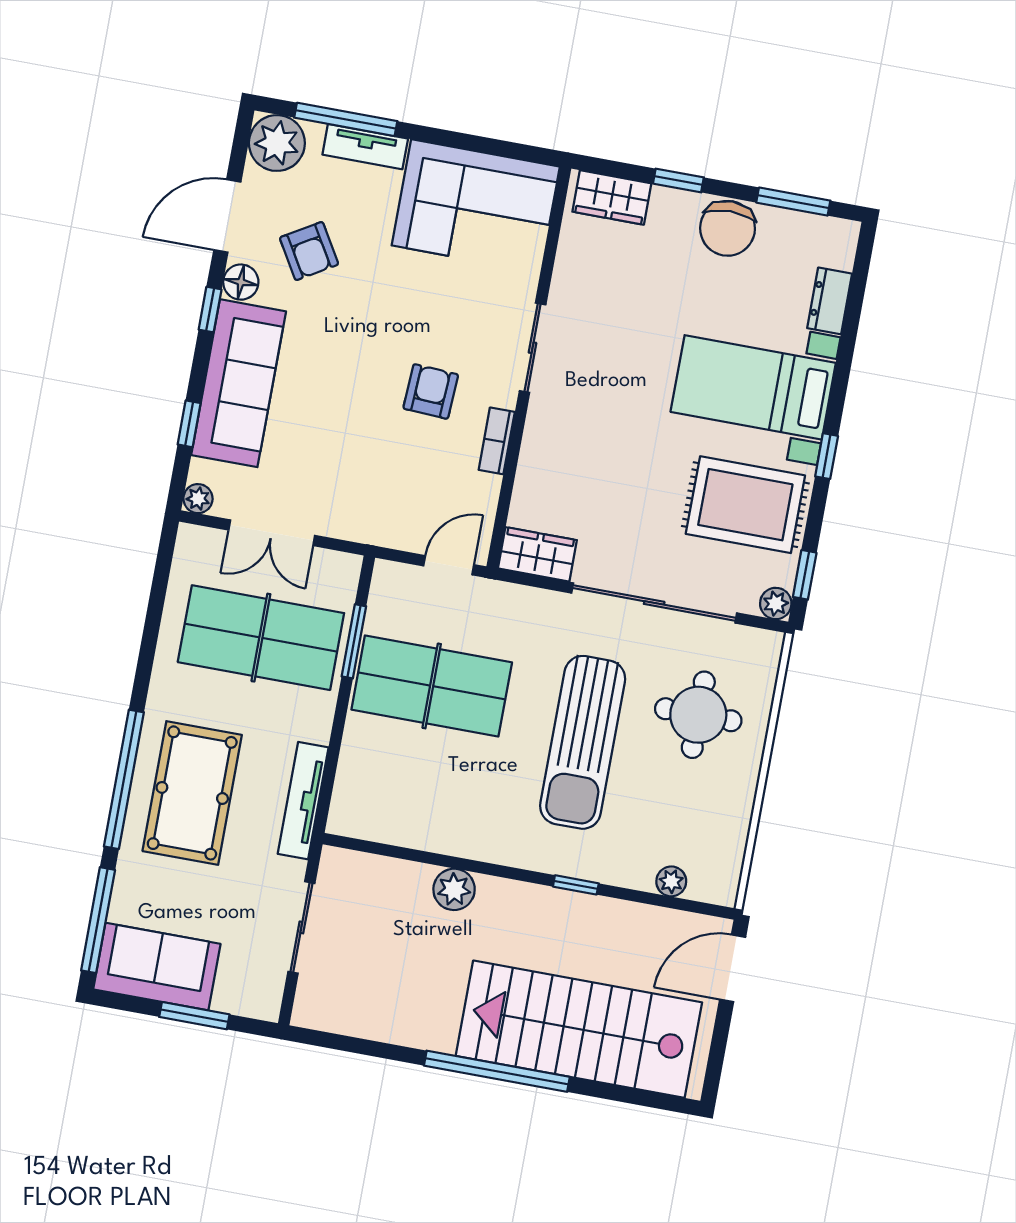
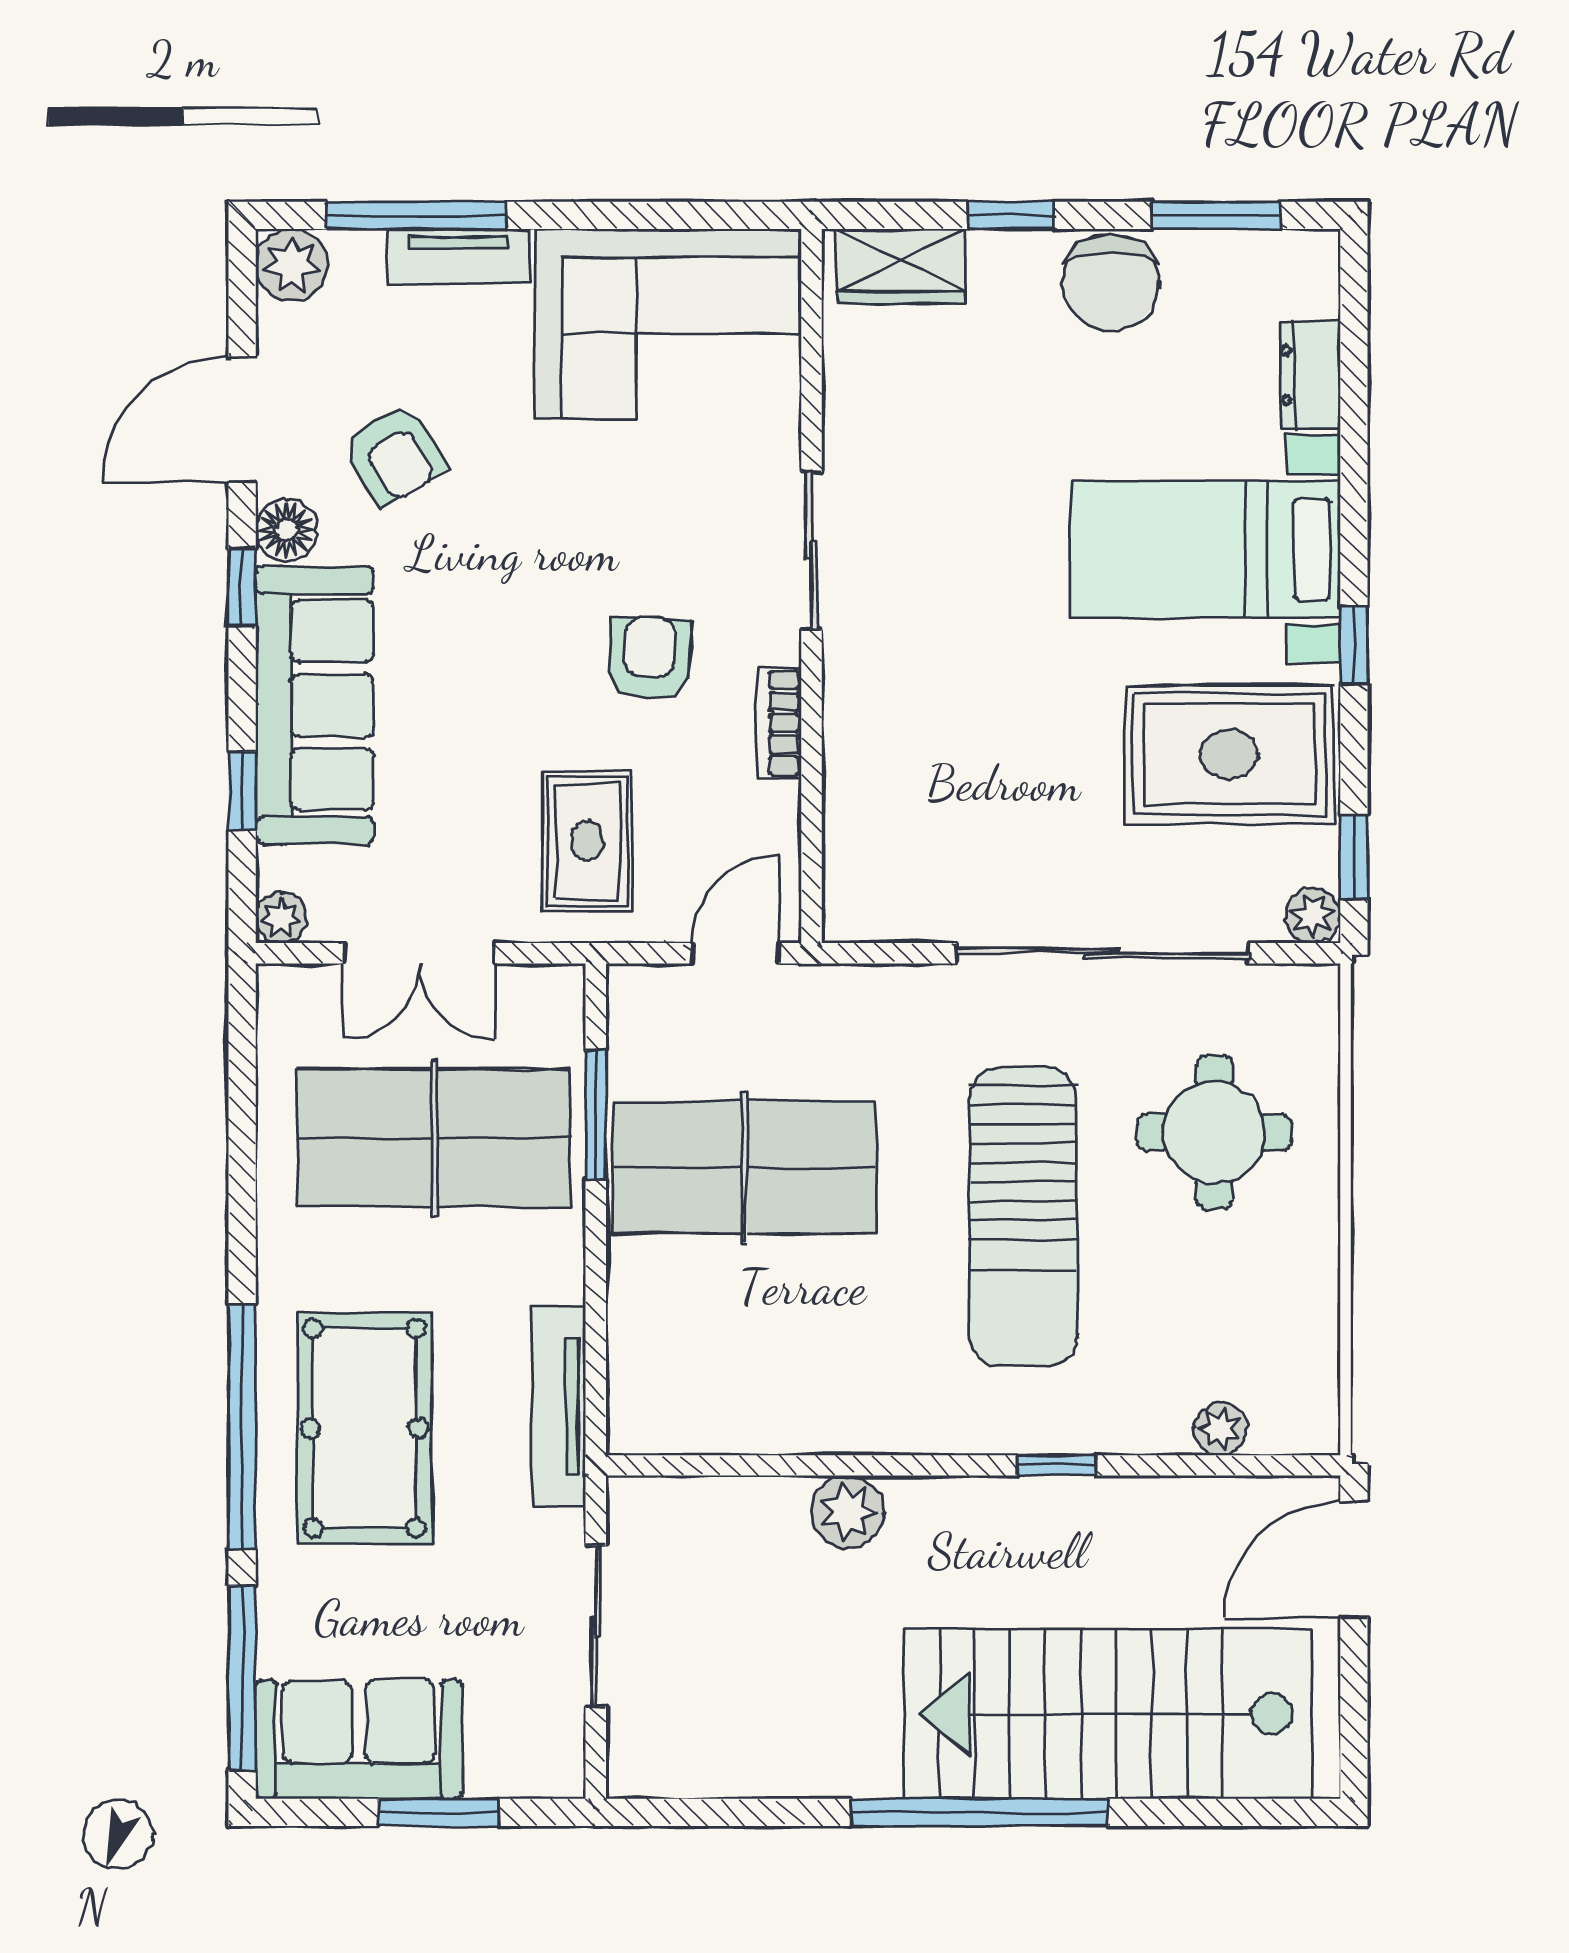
plant: (277, 143) -> (292, 265), width x0.73, depth x0.73
rug: (377, 487) -> (587, 841), added
wardrobe: (537, 554) -> (885, 906), removed

